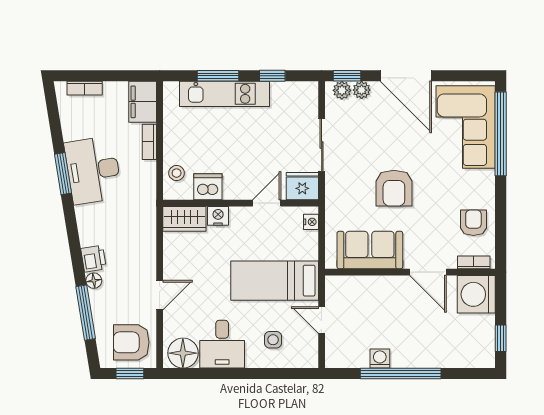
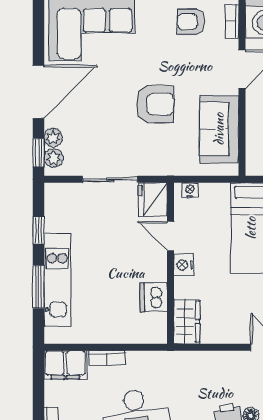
stool: (177, 173) -> (139, 330), removed
nightstand: (218, 216) -> (184, 265), moved

